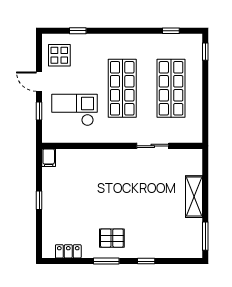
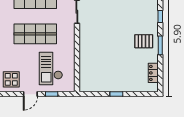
filing cabinet: (49, 158) -> (85, 87), removed
pallet: (112, 238) -> (144, 41), turned 90

